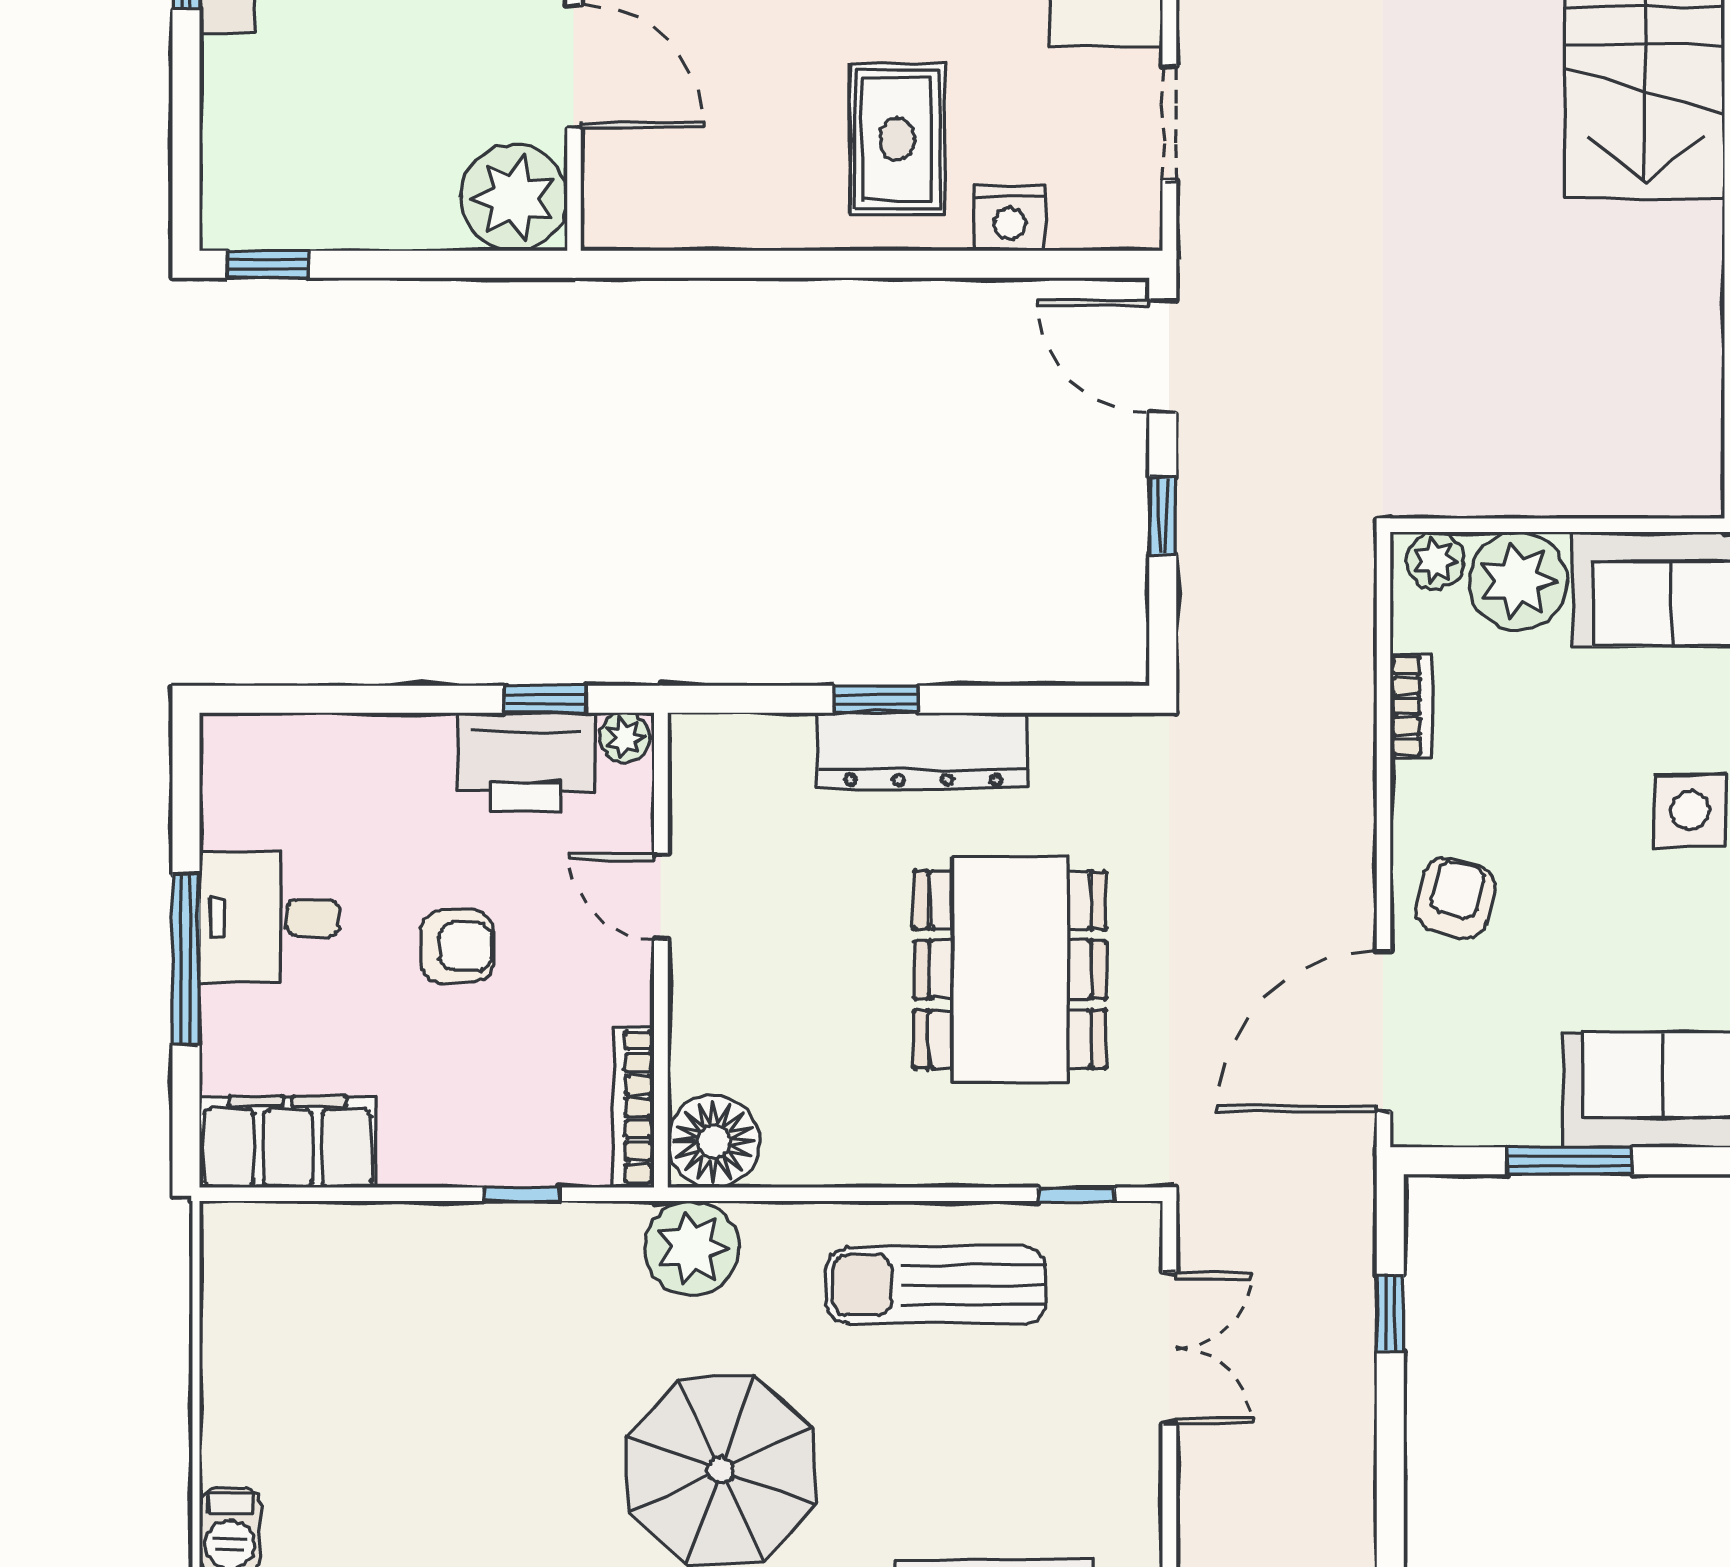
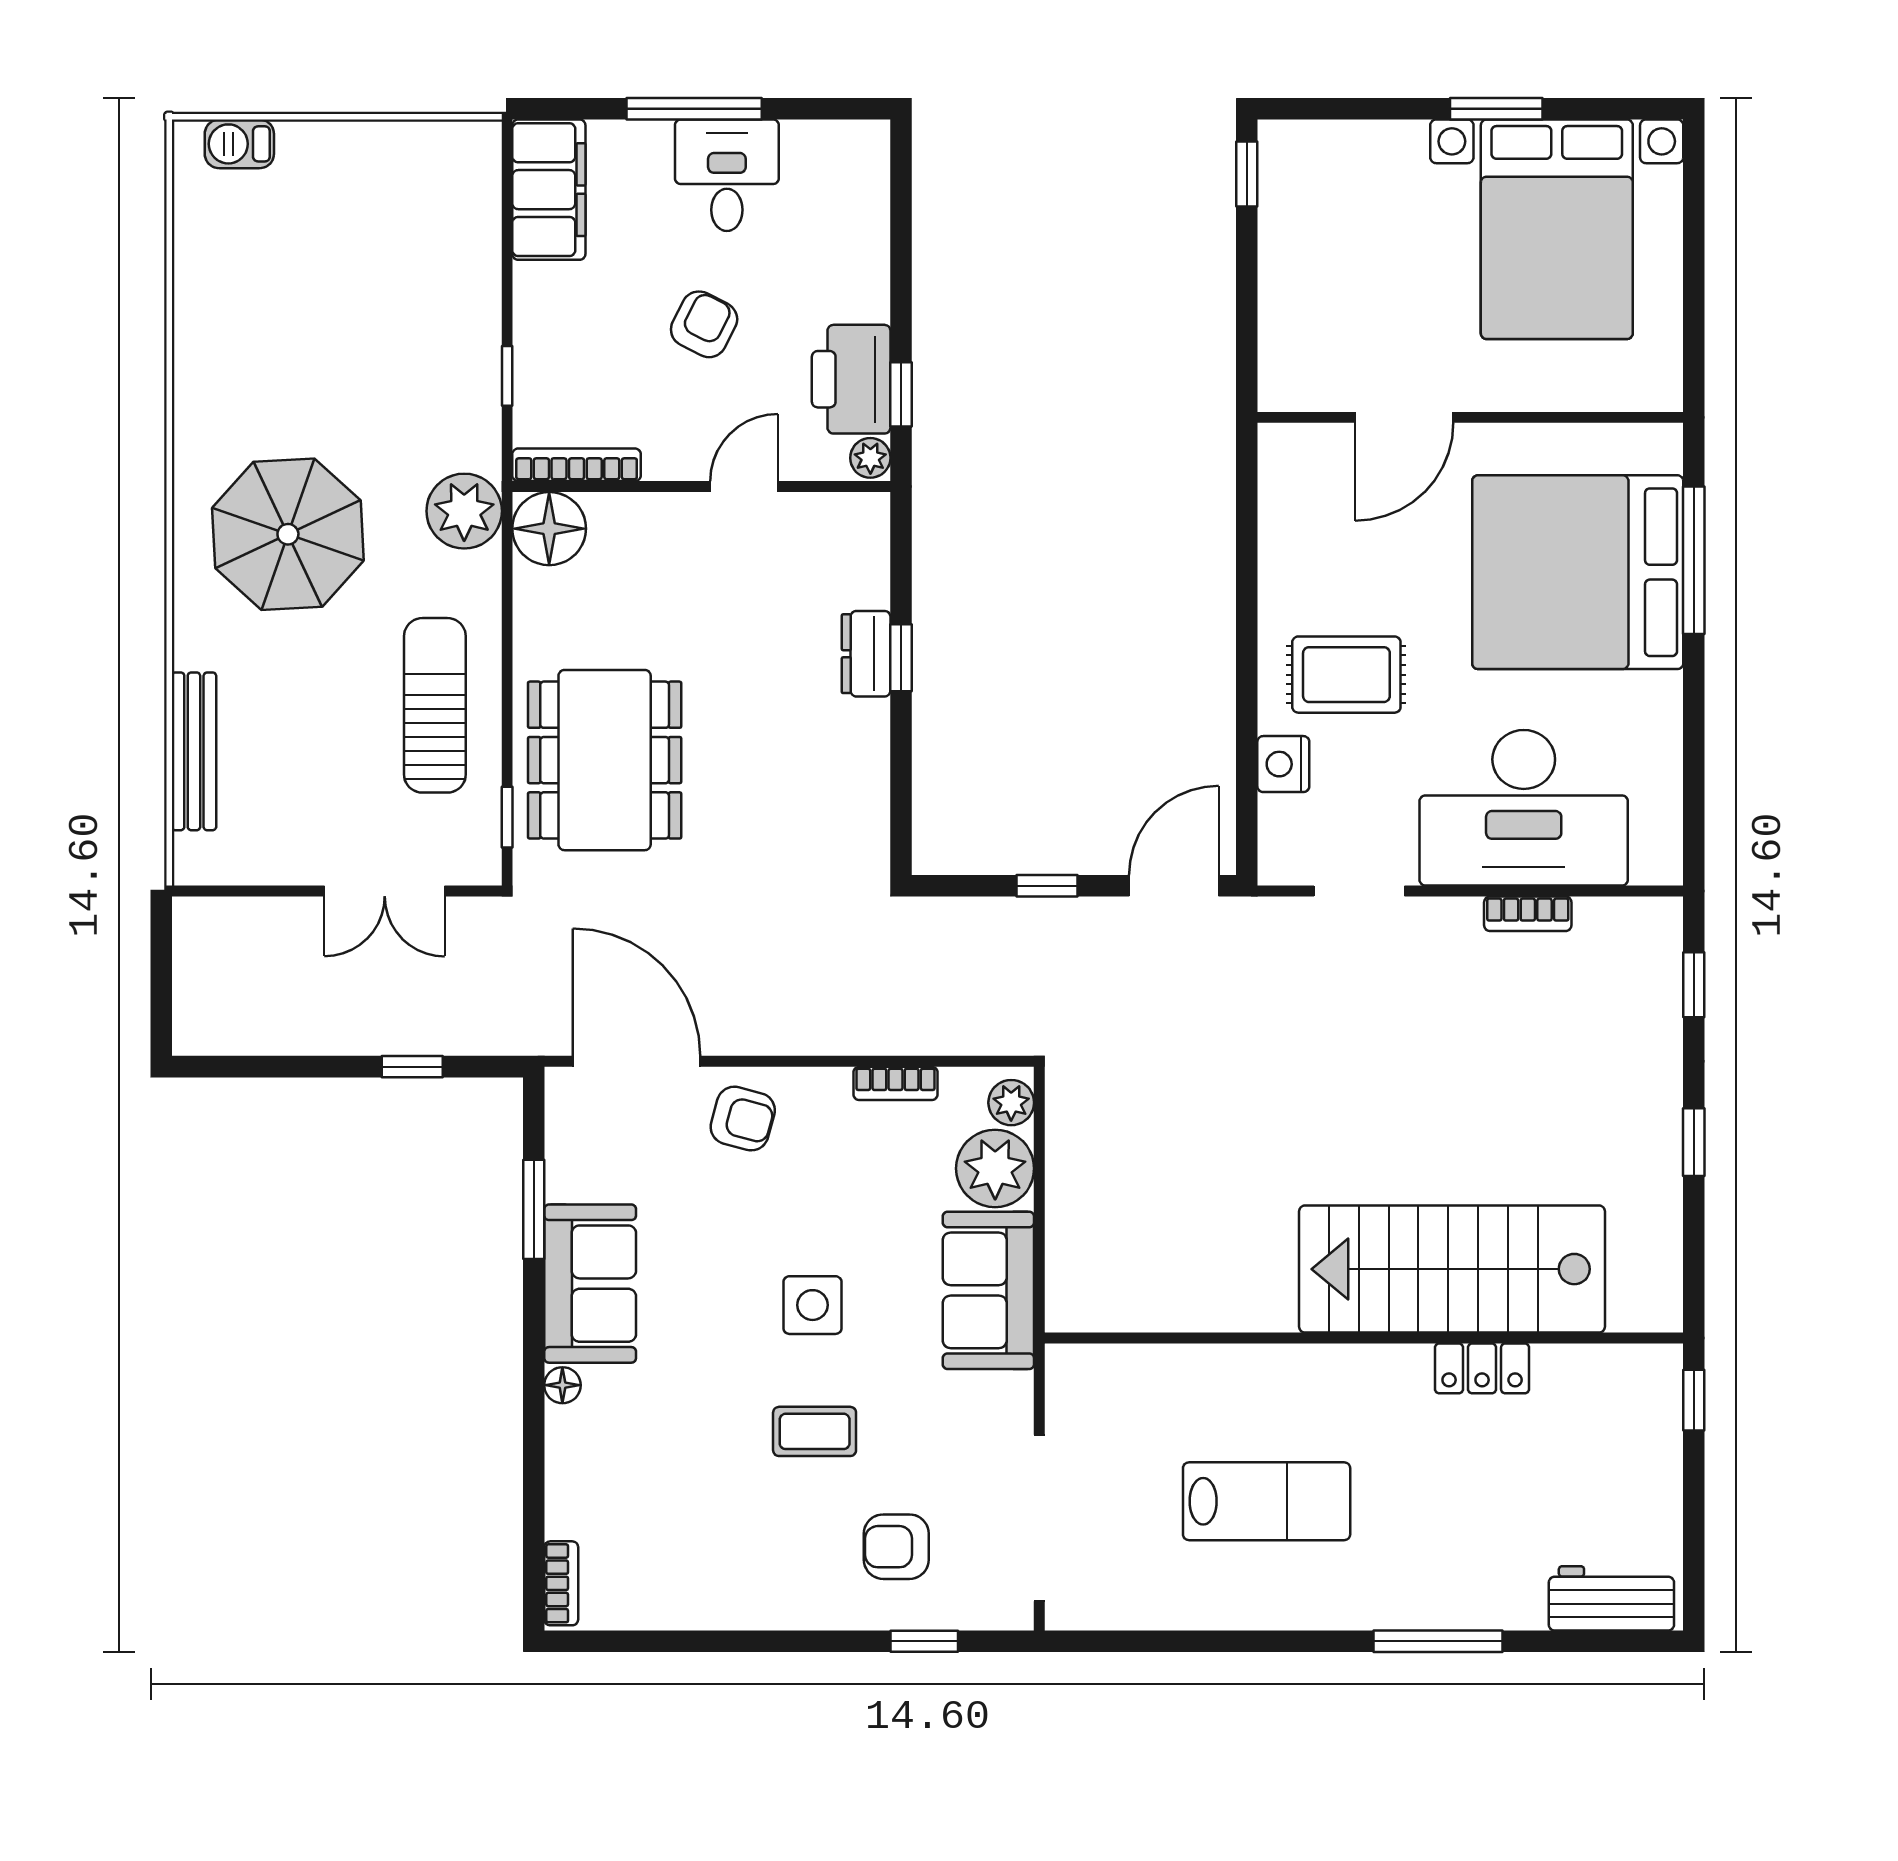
plant: (514, 198) -> (1300, 370), removed
dresser: (923, 750) -> (866, 654), width x0.51, depth x0.80
armchair: (457, 947) -> (704, 324), turned -153
dining table: (1010, 970) -> (605, 760), moved, turned 90

